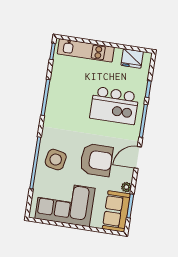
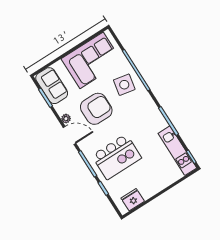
kitchen unit: (86, 50) -> (177, 151), moved, turned -90
kitchen island: (114, 106) -> (117, 157), turned 180
door: (138, 158) -> (69, 135), hinge flipped
armchair: (96, 160) -> (96, 109), turned 180
plant: (126, 187) -> (66, 119), moved

